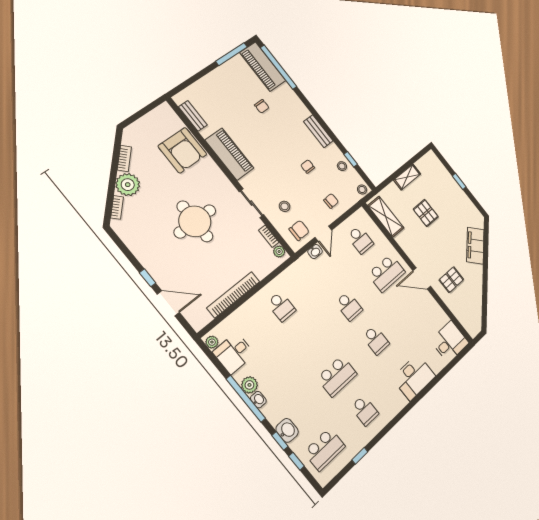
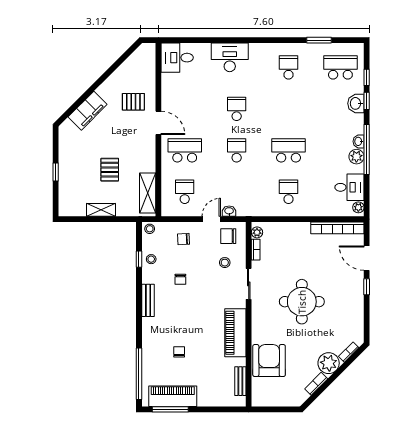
piano: (263, 67) -> (173, 396), moved, turned -90
bookcase: (233, 295) -> (337, 228), moved
school desk: (337, 376) -> (289, 150), moved
window: (360, 456) -> (319, 40), width x1.50

